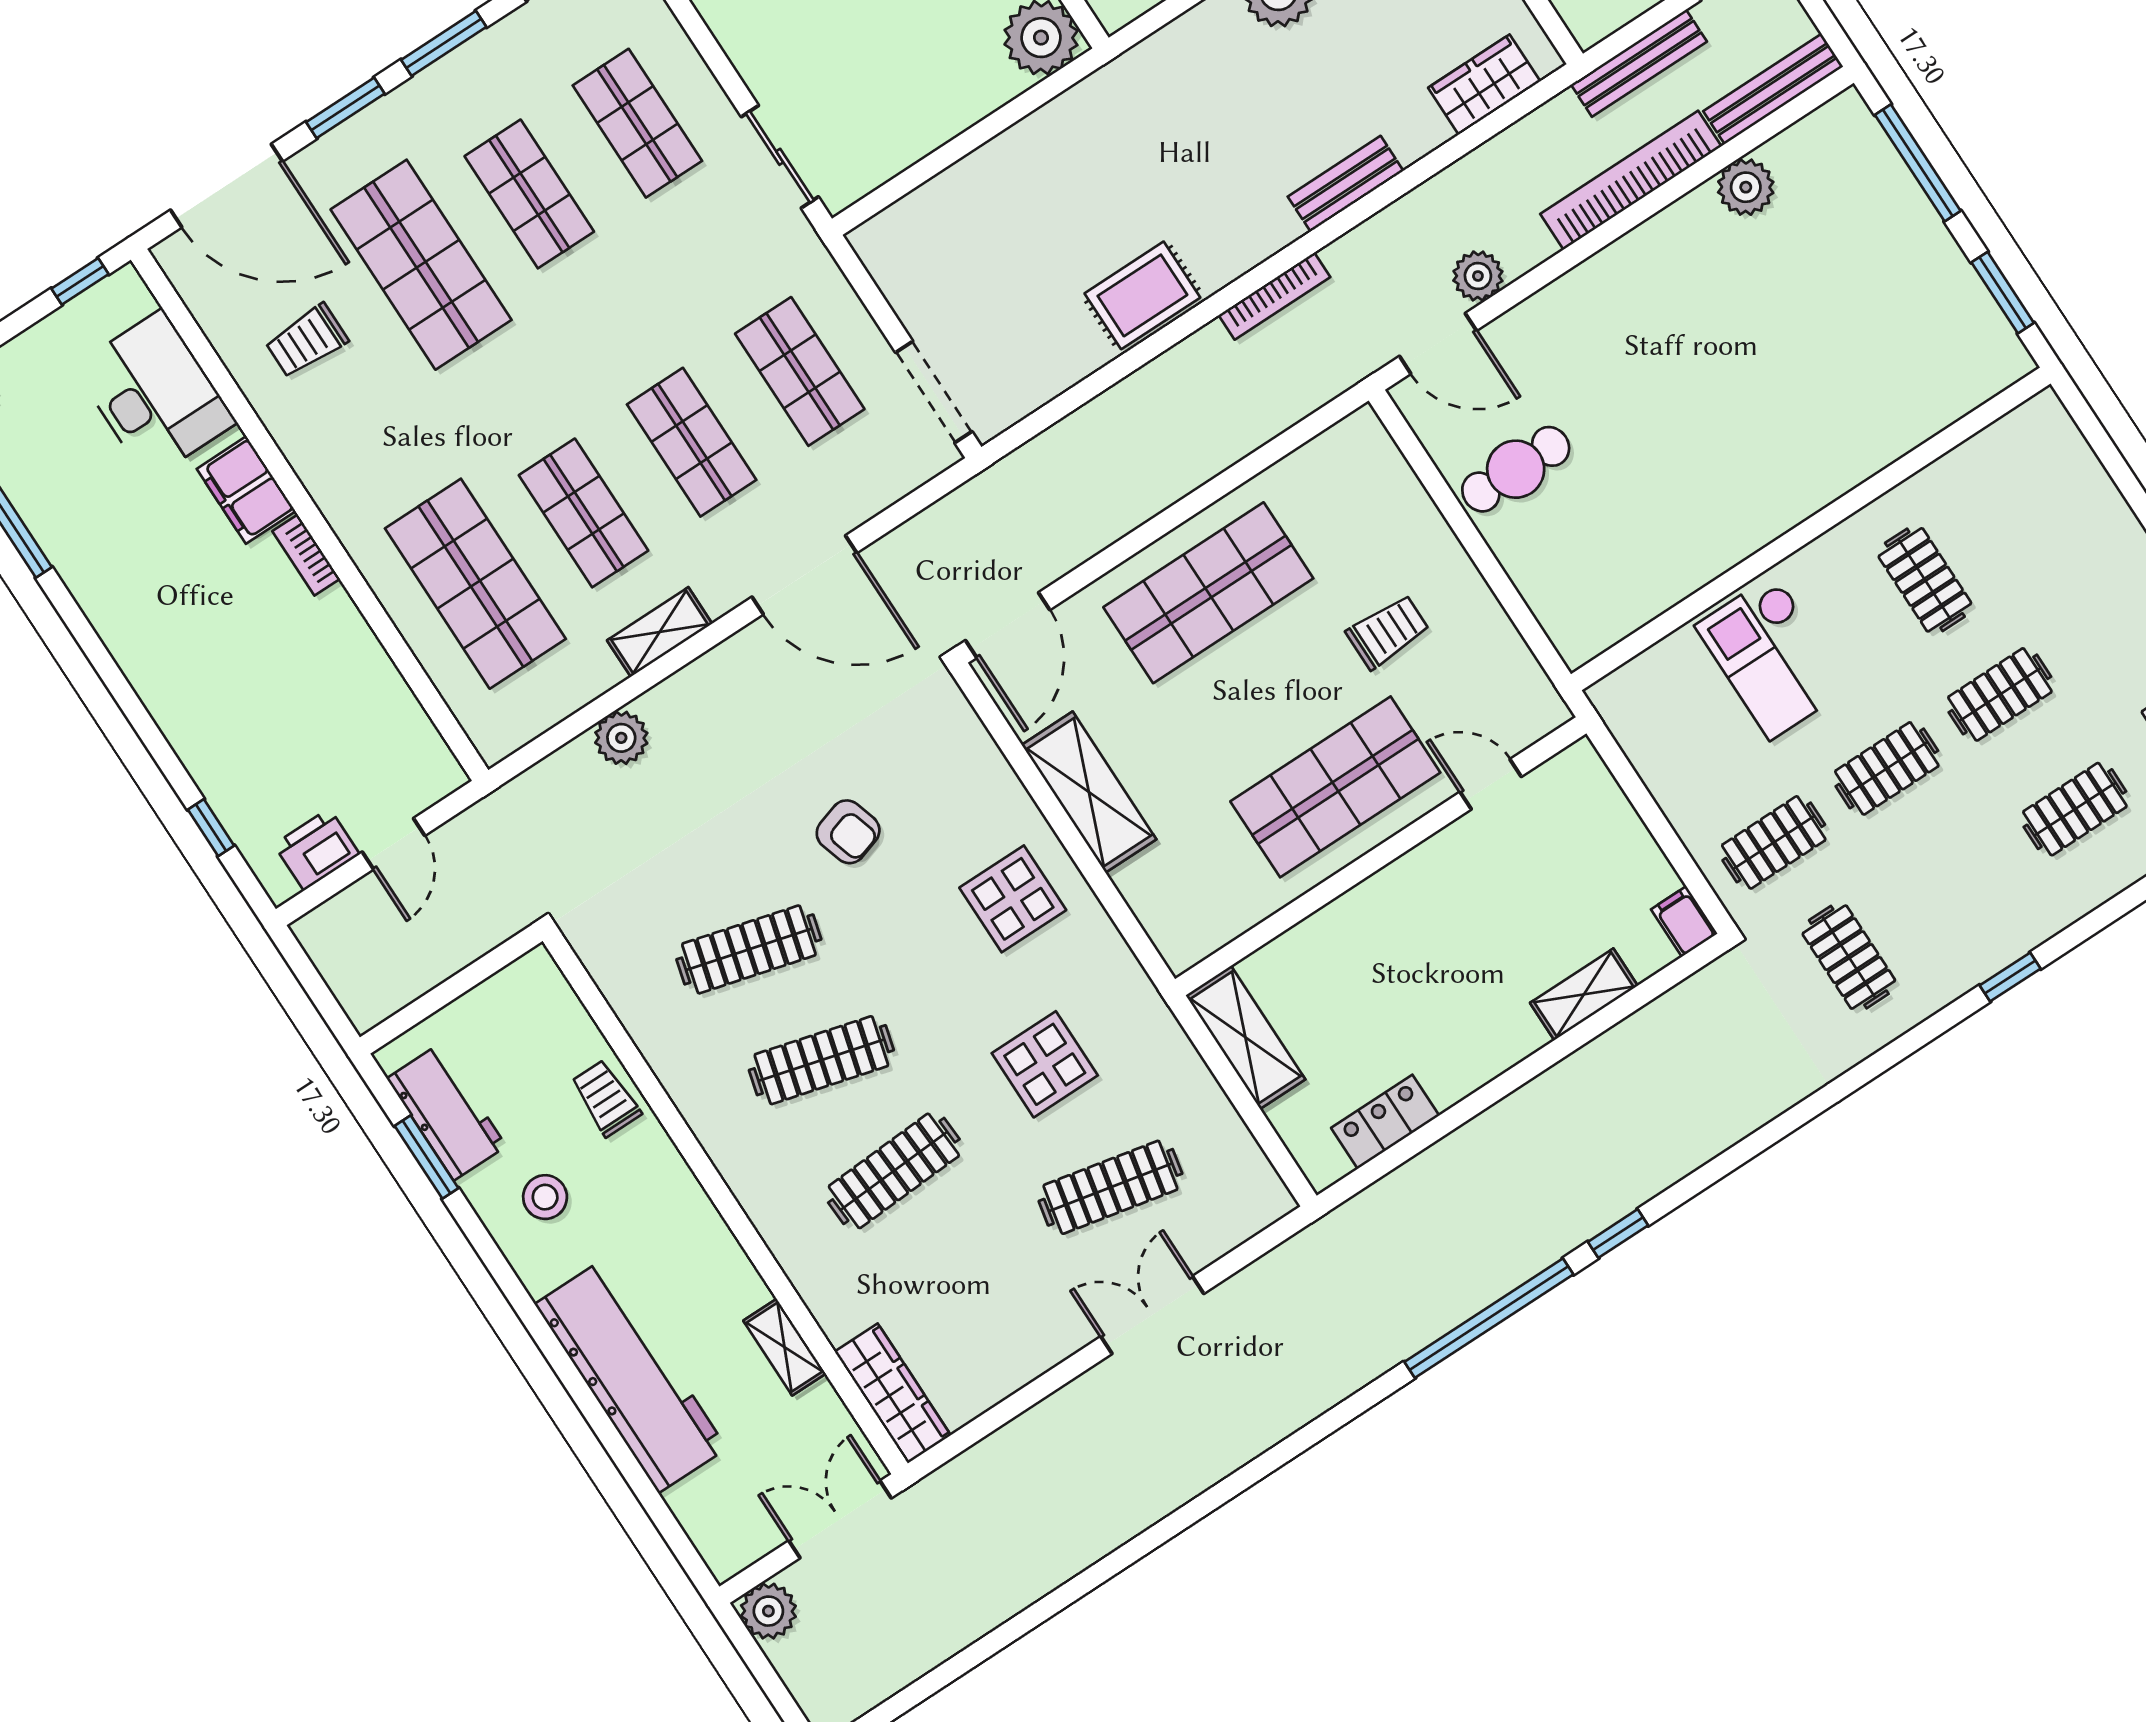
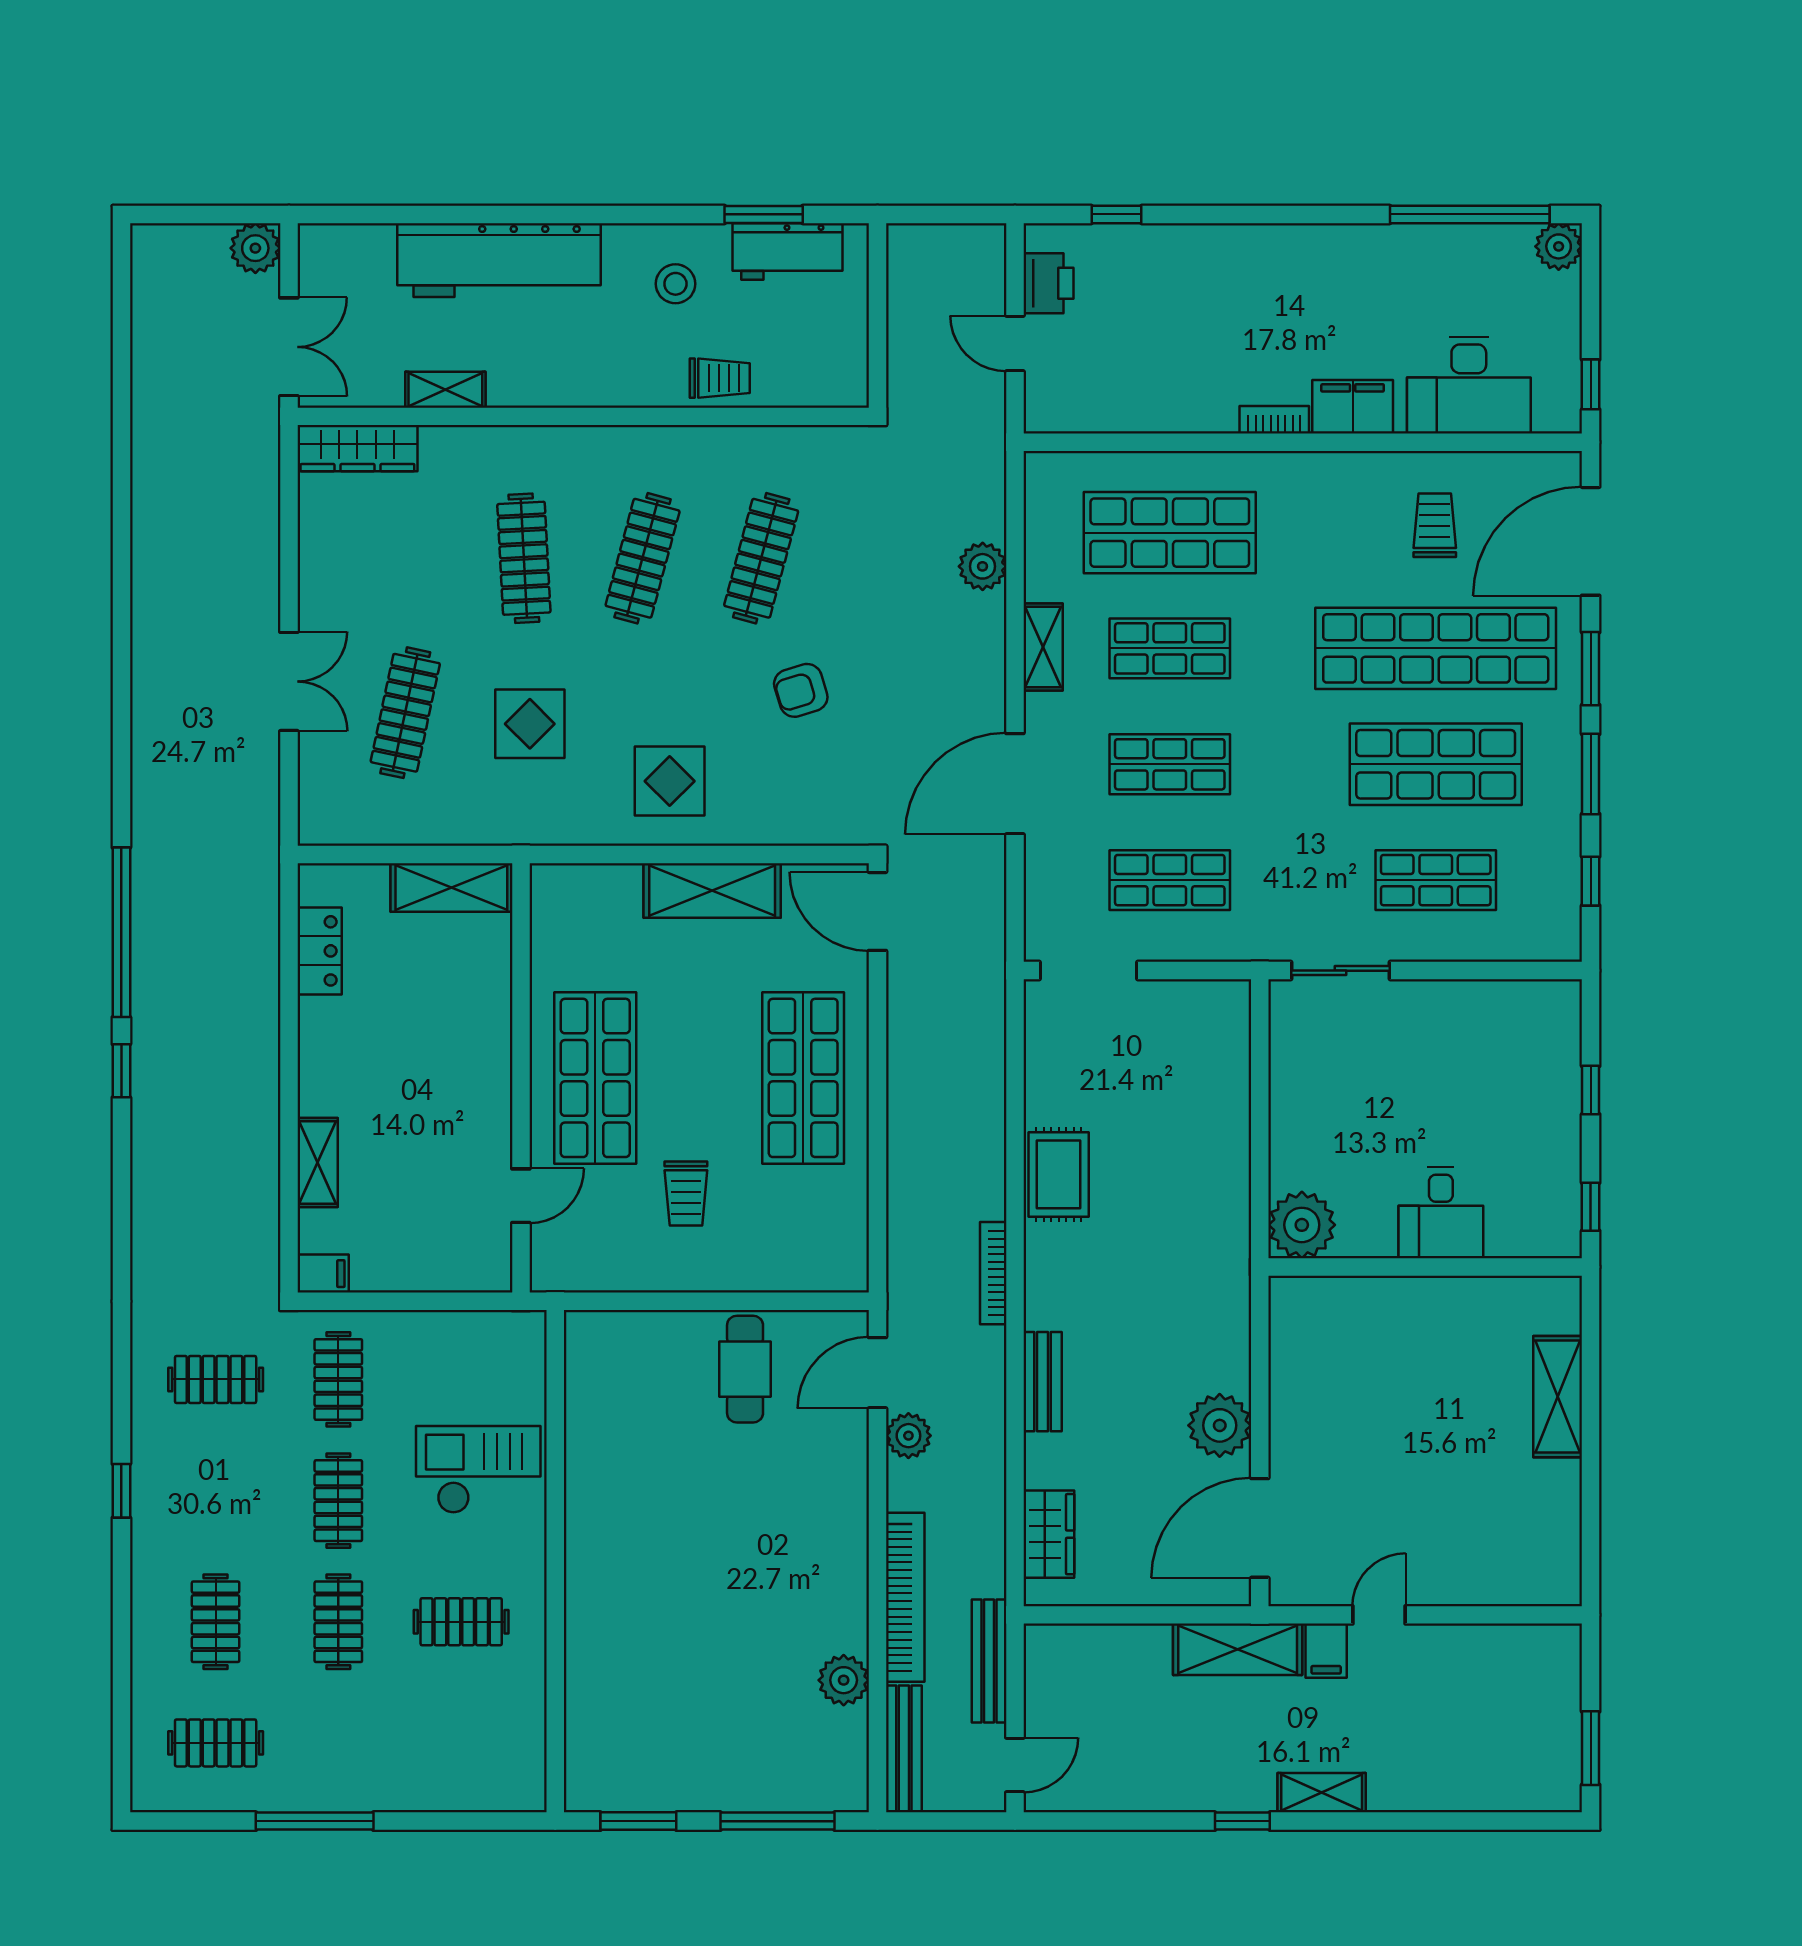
shop shelf: (529, 194) -> (1436, 764), width x1.43, depth x1.36
shop shelf: (421, 265) -> (1436, 648), width x1.40

